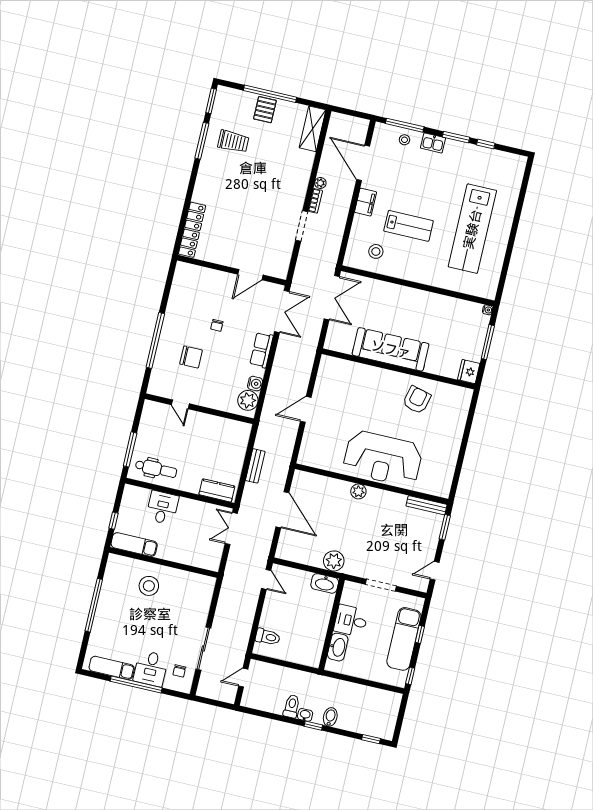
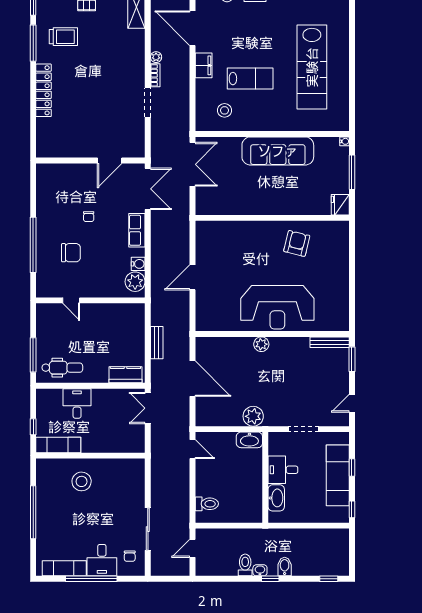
locker: (192, 230) -> (44, 90), moved
sofa: (391, 349) -> (278, 151), moved, turned 180

